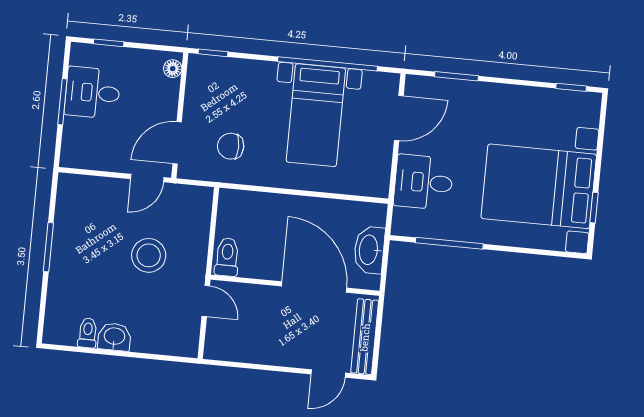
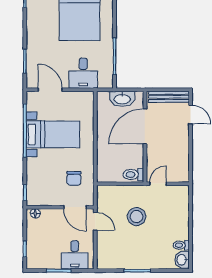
desk: (92, 93) -> (75, 255), moved
washbasin: (114, 337) -> (182, 260), moved

